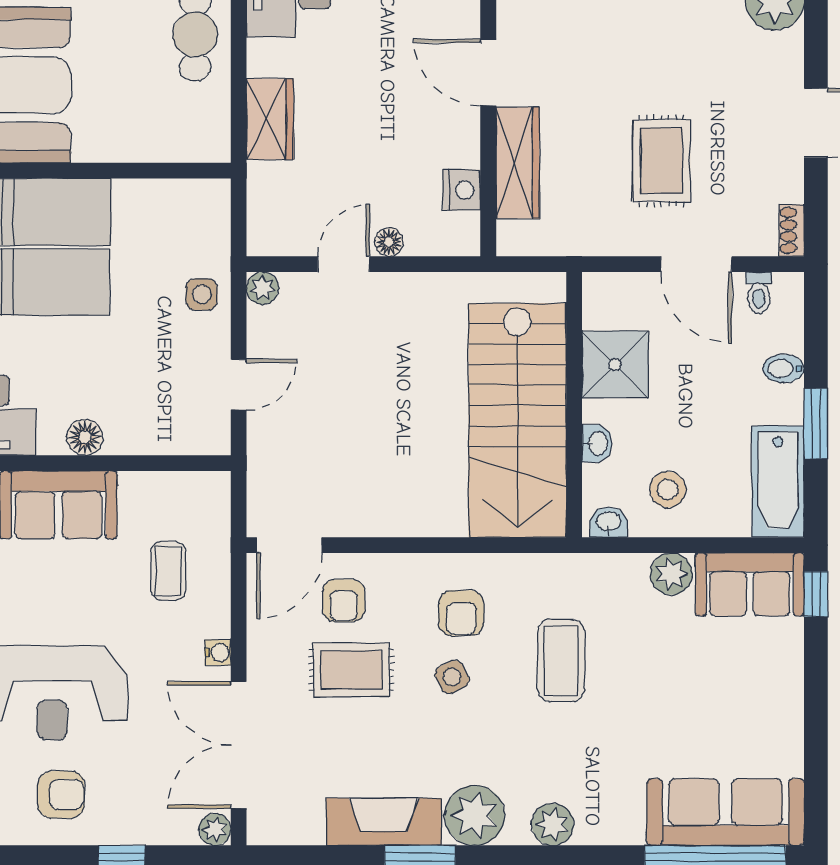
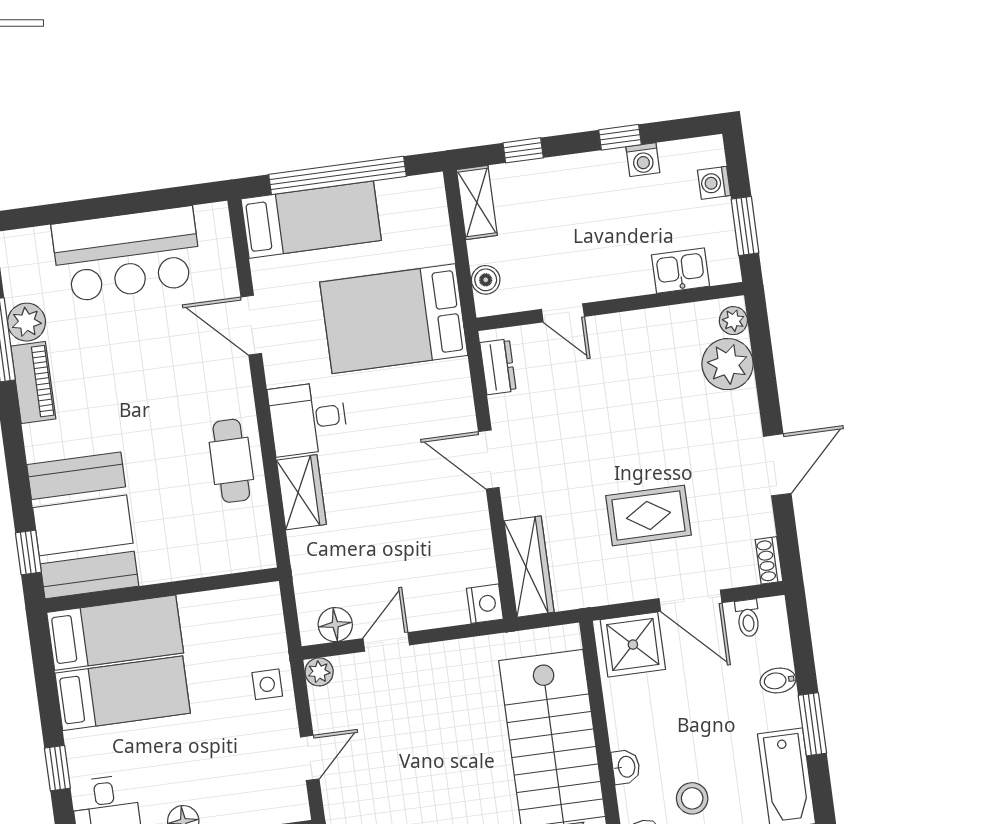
wardrobe: (270, 119) -> (301, 492), moved
rug: (661, 161) -> (648, 515), turned 90
wardrobe: (518, 163) -> (529, 567), moved
nightstand: (462, 190) -> (485, 604), moved
floor lamp: (389, 242) -> (335, 625), moved, width x1.37, depth x1.37
shower: (615, 365) -> (633, 645), moved

